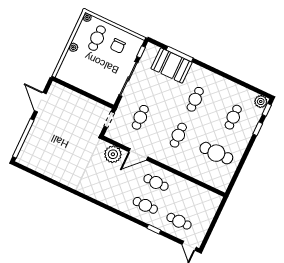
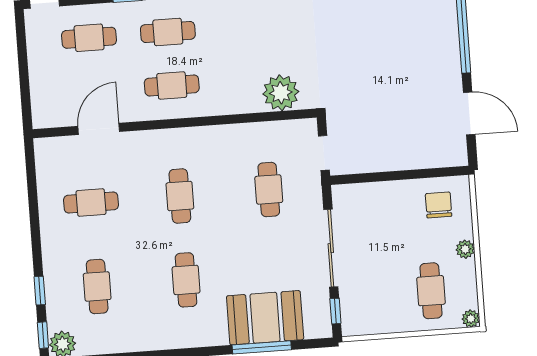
chair: (118, 46) -> (439, 205), moved
cafe table: (216, 153) -> (91, 203), width x0.73, depth x0.74
door: (138, 154) -> (99, 129), moved

